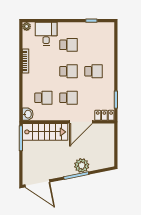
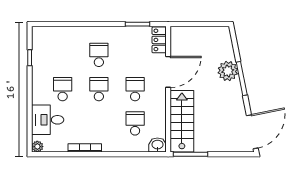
door: (81, 122) -> (168, 72), hinge flipped

